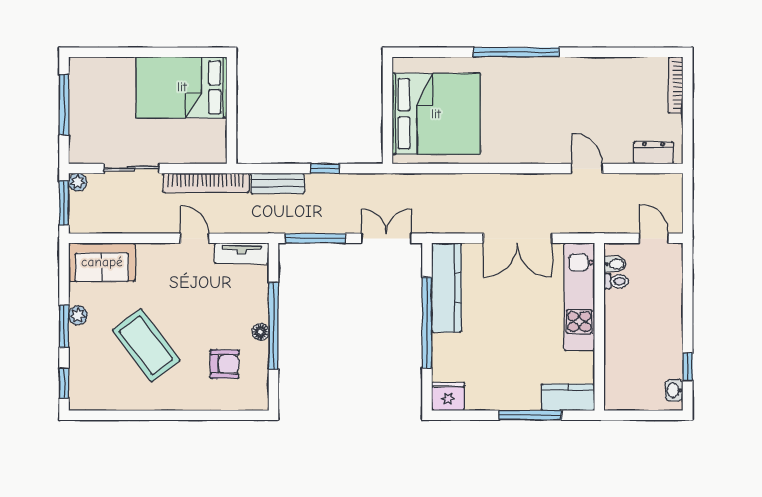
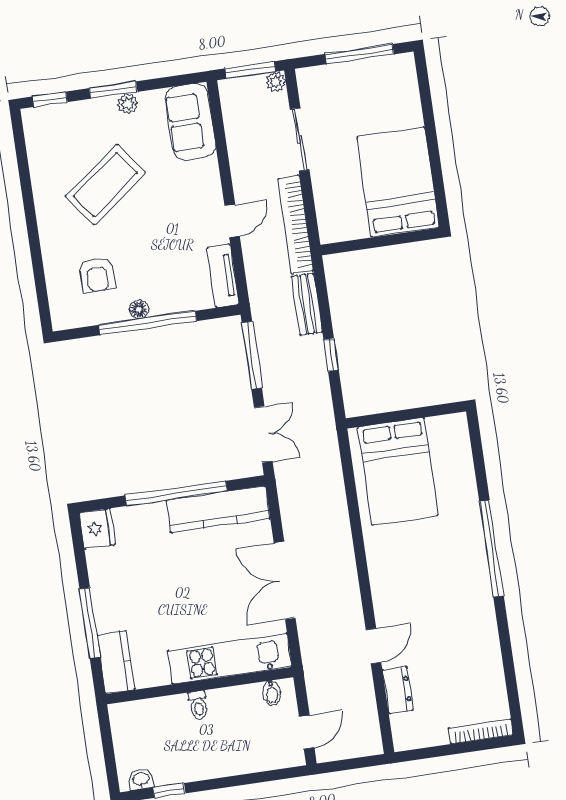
bed: (436, 114) -> (398, 471), width x0.73
dresser: (653, 153) -> (398, 690), moved
toilet: (616, 281) -> (198, 705), moved

